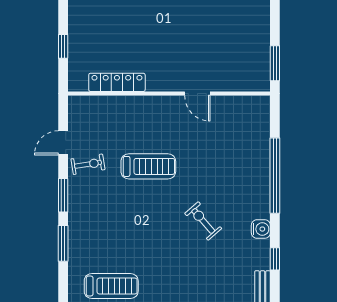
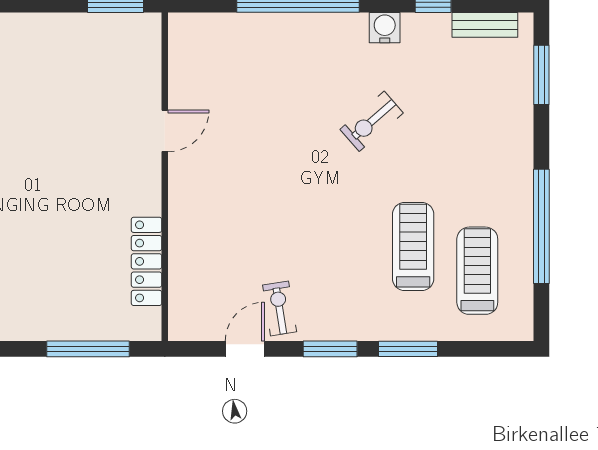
window: (63, 46) -> (88, 349), width x2.17
door: (63, 143) -> (245, 349), swing flipped
treadmill: (148, 166) -> (413, 247), moved

